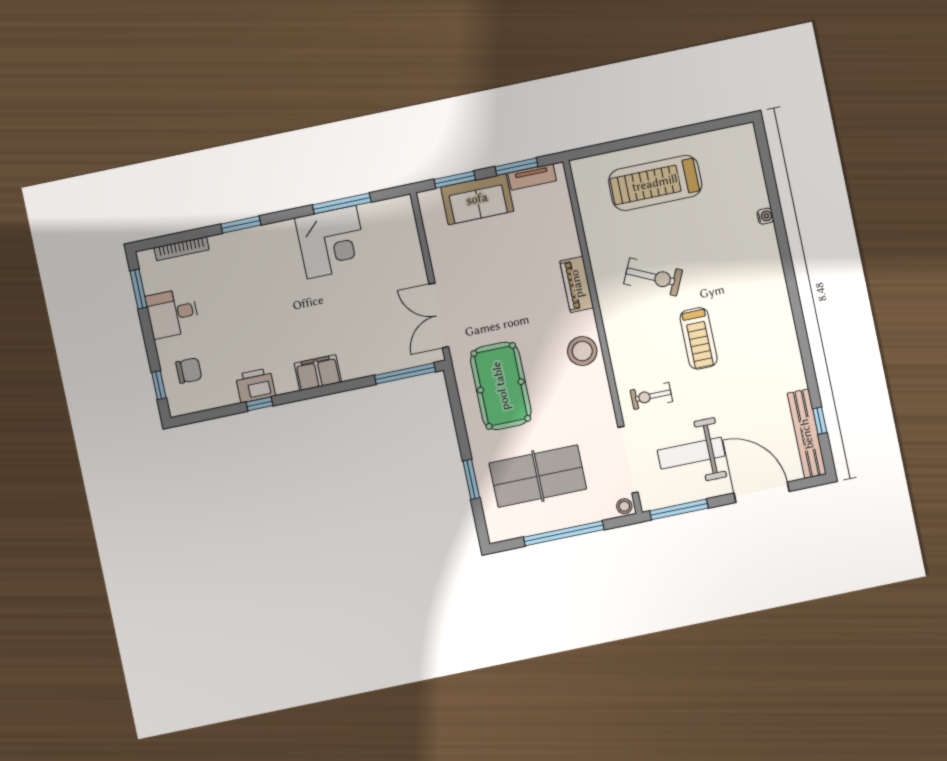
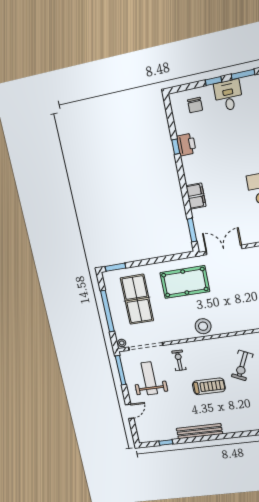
piano: (577, 284) -> (239, 325), removed
treadmill: (699, 338) -> (209, 386), turned 180
filing cabinet: (318, 373) -> (196, 196), moved
window: (405, 374) -> (192, 230), width x0.69
window: (159, 385) -> (213, 81), moved
bench: (807, 434) -> (199, 431), moved
window: (471, 479) -> (115, 267), moved
door: (762, 492) -> (130, 411), width x0.53

